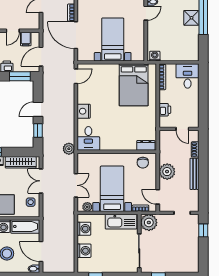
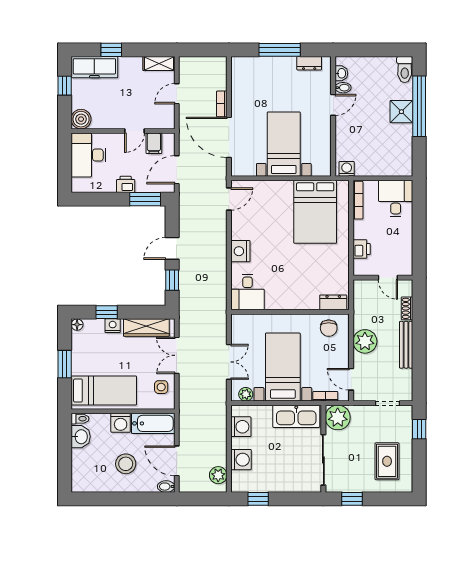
plant: (69, 149) -> (218, 475), moved
rug: (182, 252) -> (387, 461), added

